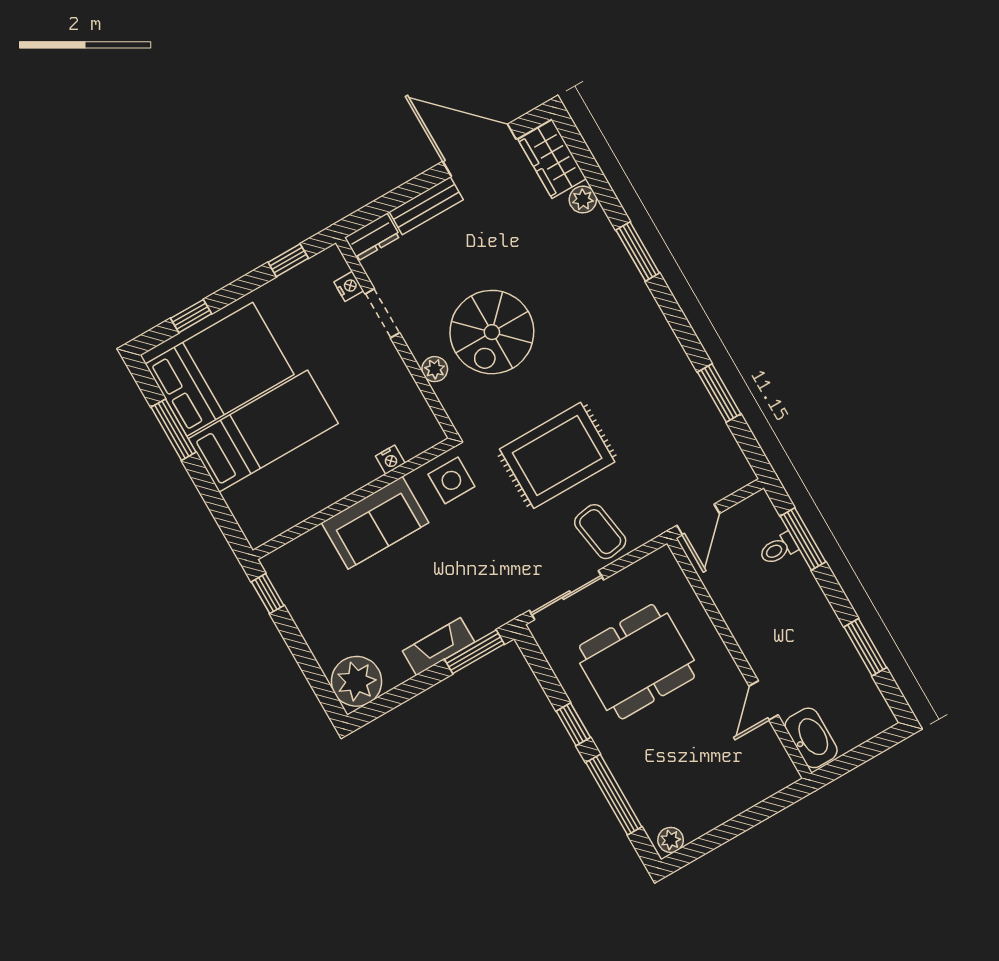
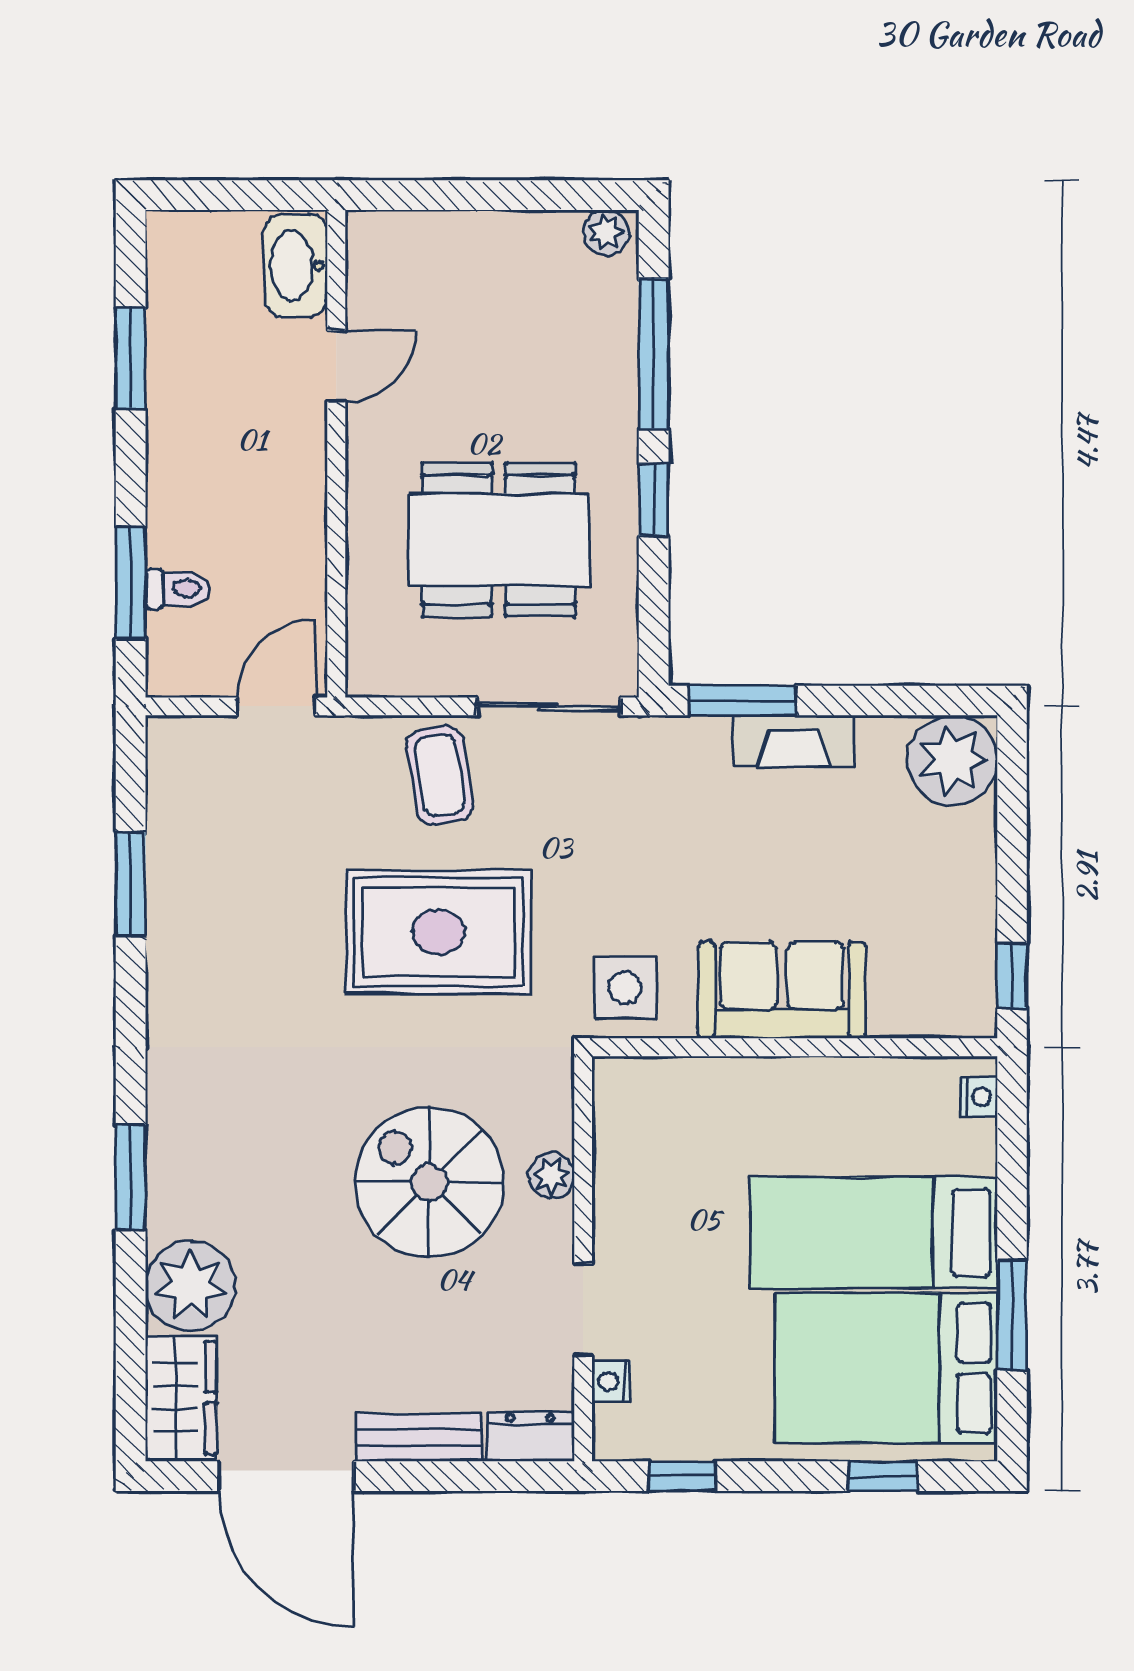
plant: (583, 200) -> (191, 1286), width x1.88, depth x1.88
spiral stairs: (492, 332) -> (430, 1182), turned -90
nightstand: (390, 460) -> (978, 1097), moved, turned 90

